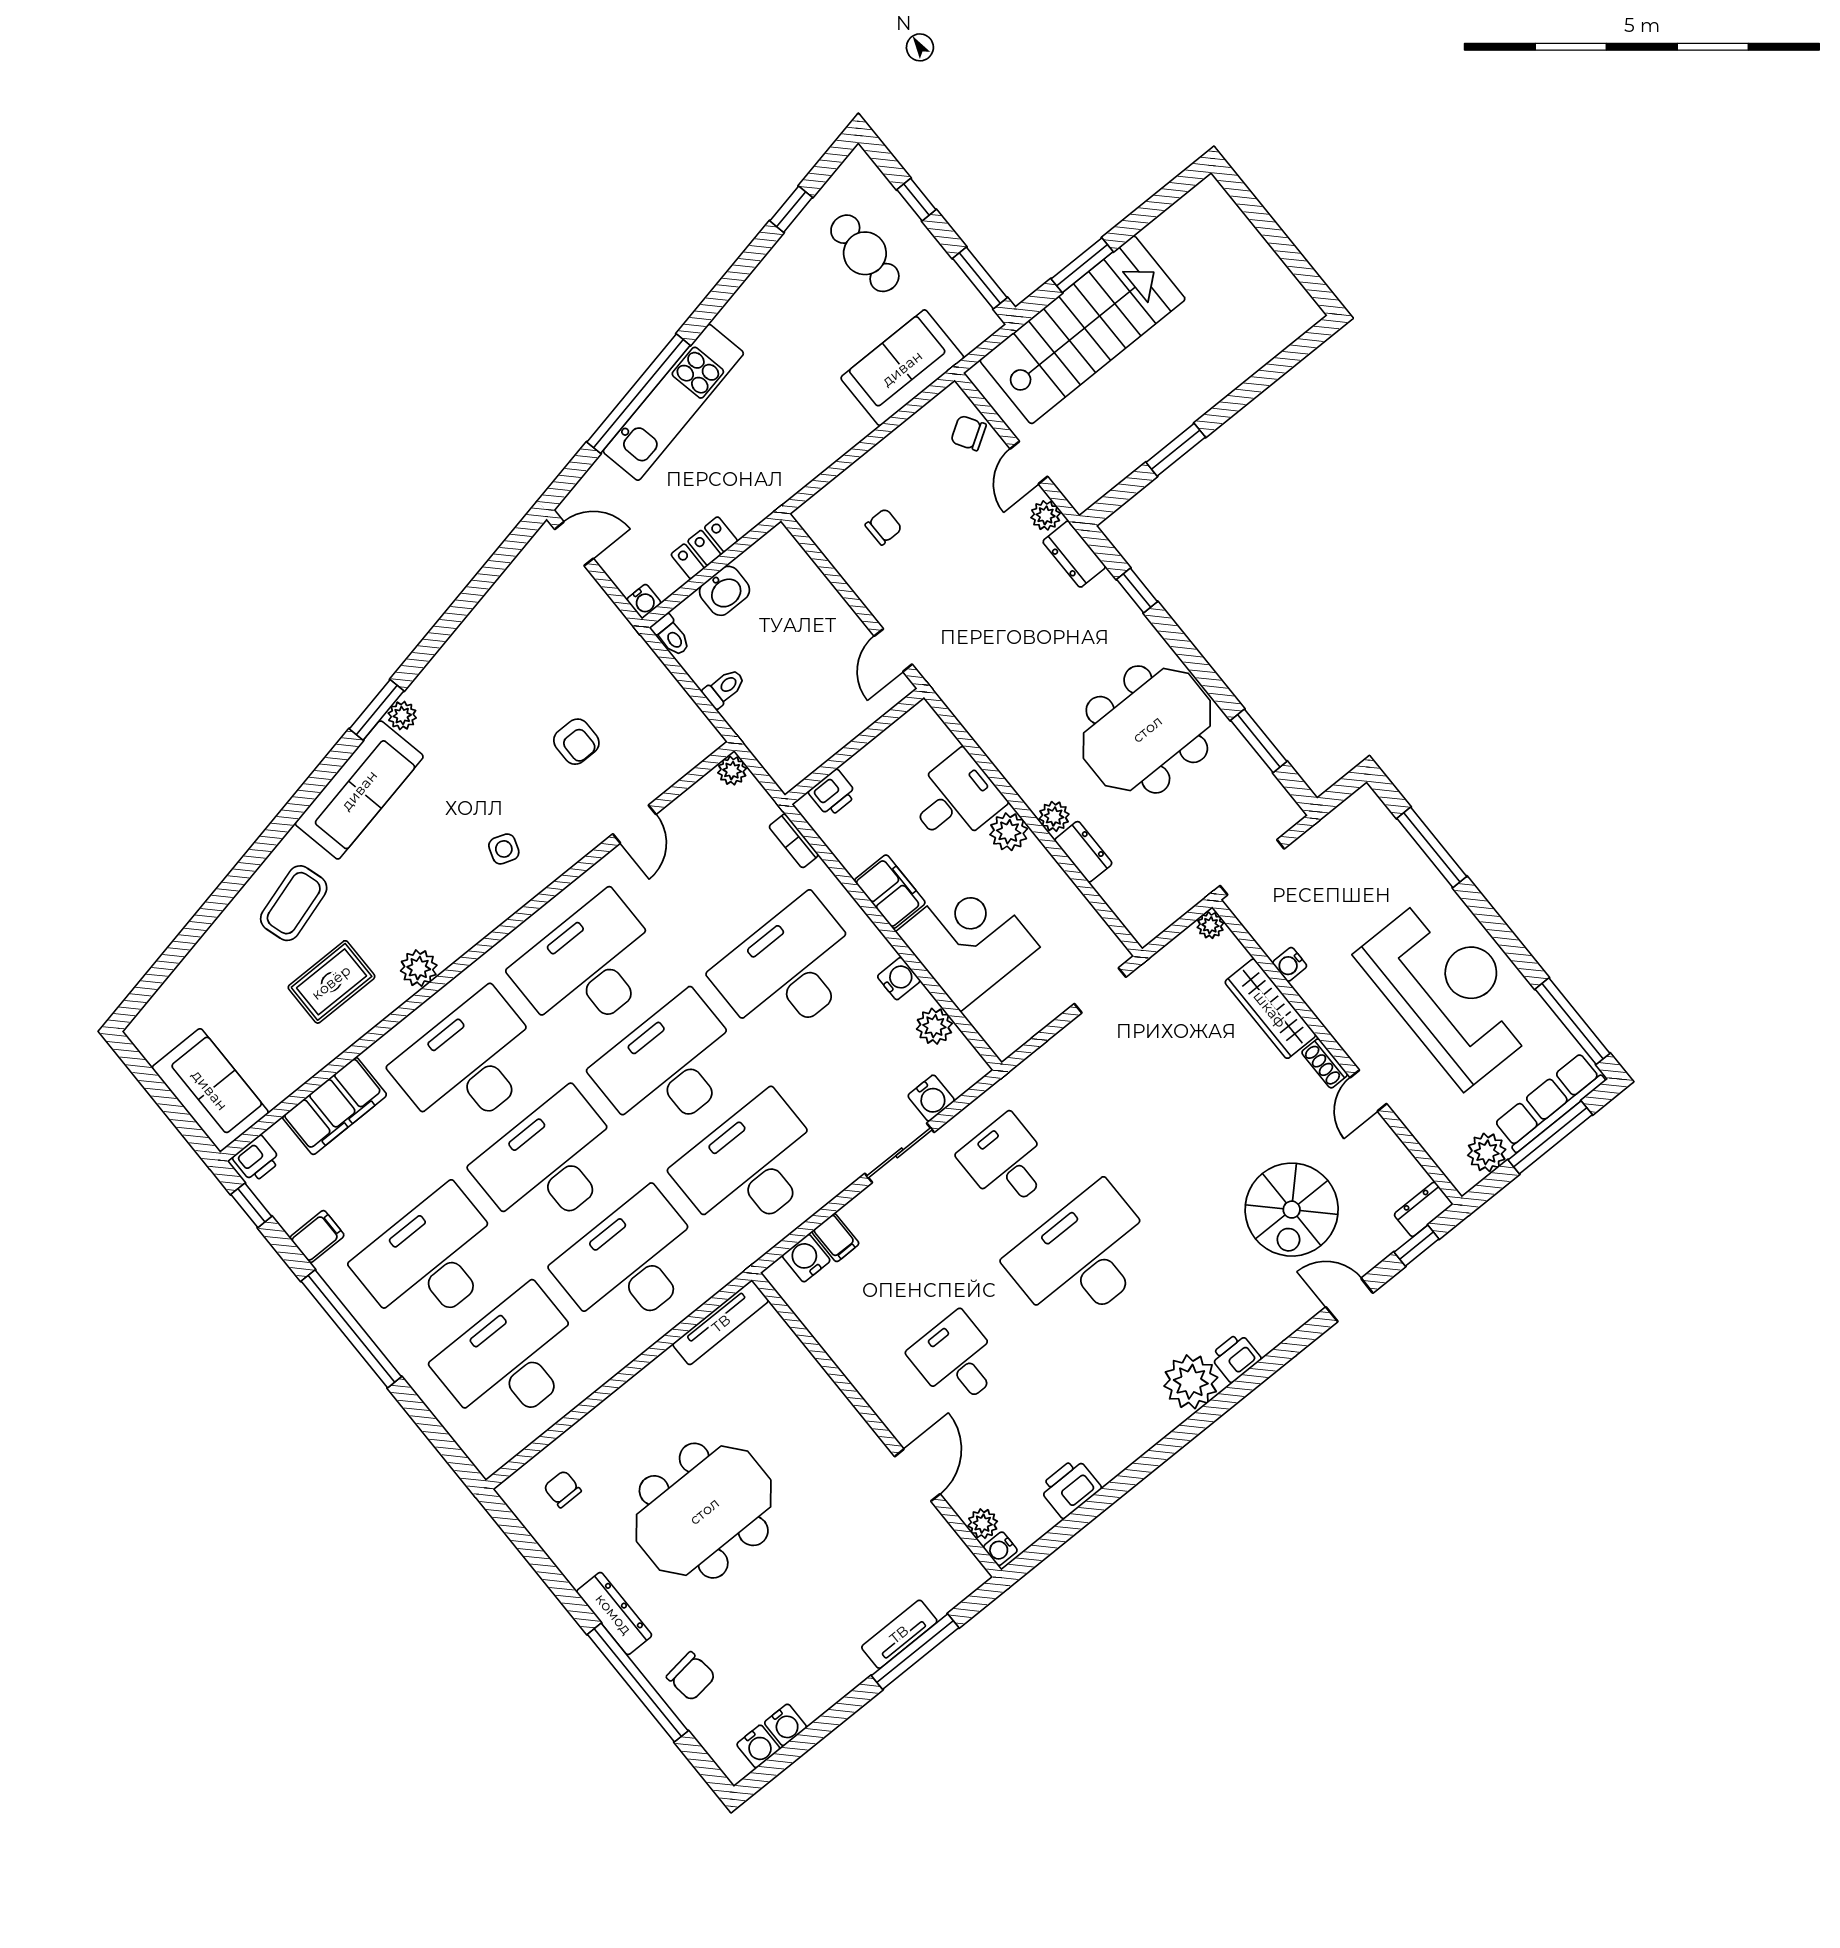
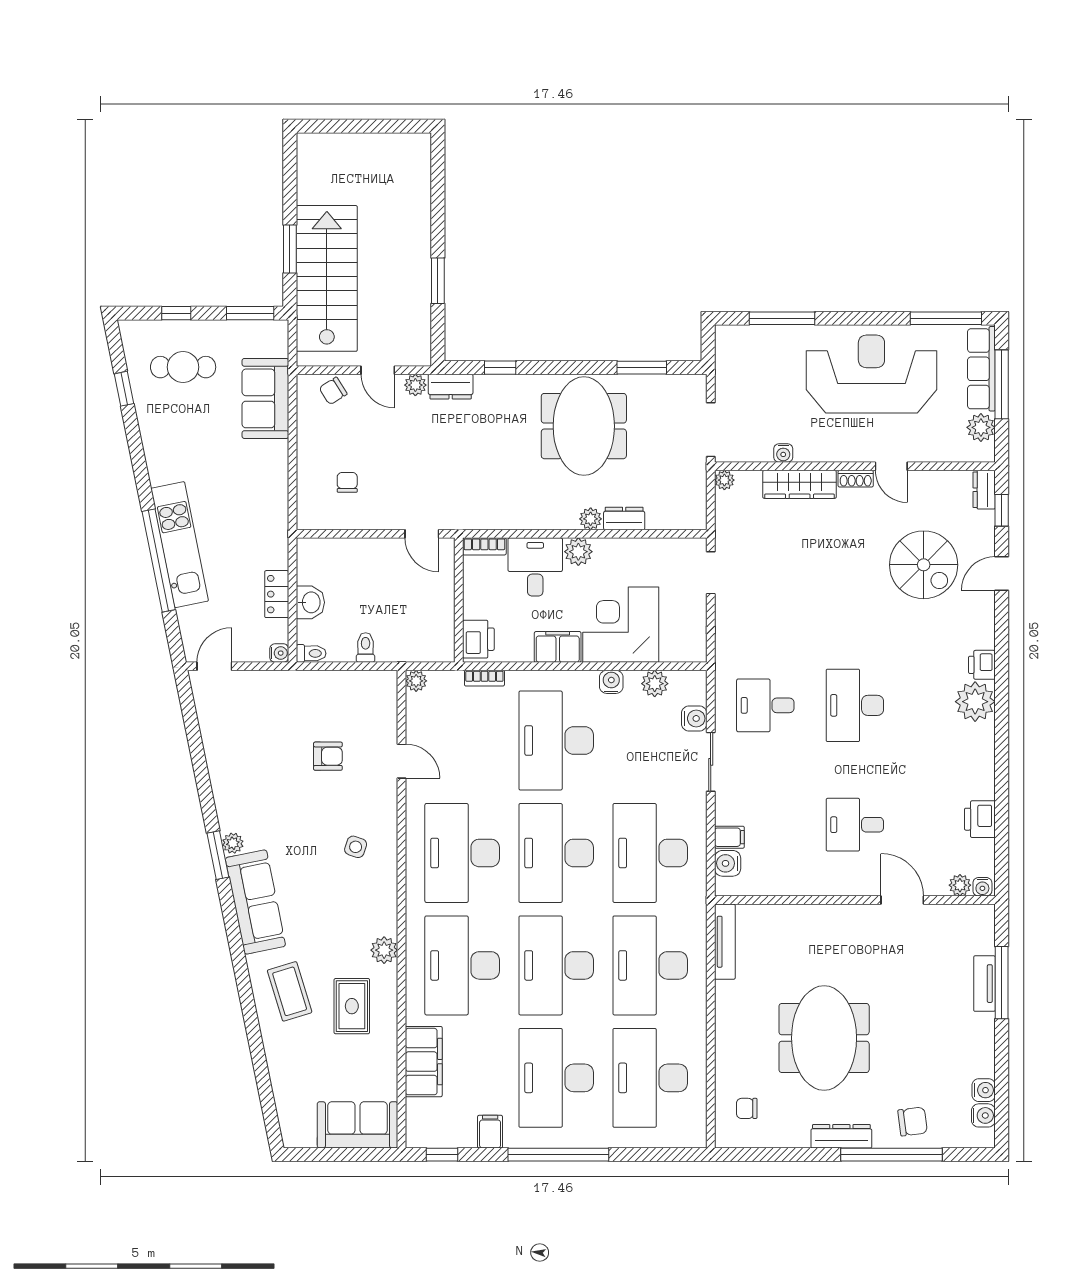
bookcase: (934, 727) -> (484, 546), added
printer: (833, 793) -> (478, 639), width x1.36, depth x1.24
printer: (257, 1159) -> (418, 1130), removed
desk: (1083, 1257) -> (855, 705), width x0.73, depth x0.77

